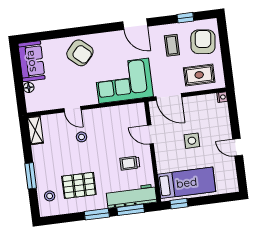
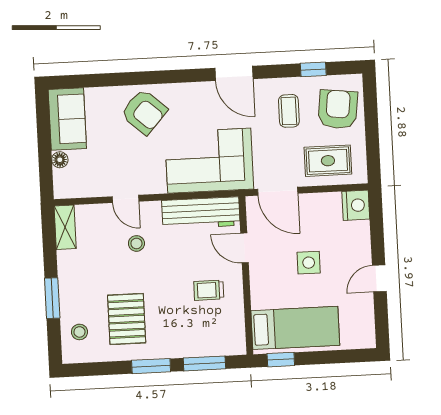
nightstand: (222, 97) -> (356, 205), width x1.89, depth x1.79
door: (238, 147) -> (379, 278), hinge flipped
pallet: (79, 185) -> (127, 319), turned 90
workbench: (131, 196) -> (201, 213), moved, turned 180

